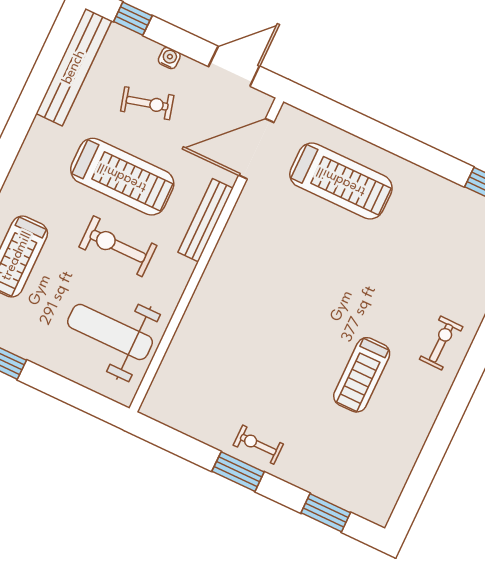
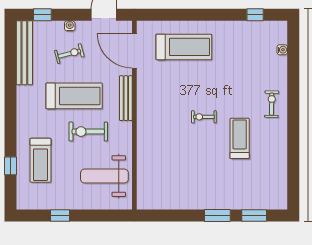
door: (256, 149) -> (134, 51), hinge flipped
treadmill: (362, 375) -> (240, 138), turned 180
exercise bike: (258, 445) -> (204, 117), moved
window: (238, 472) -> (217, 216), moved

